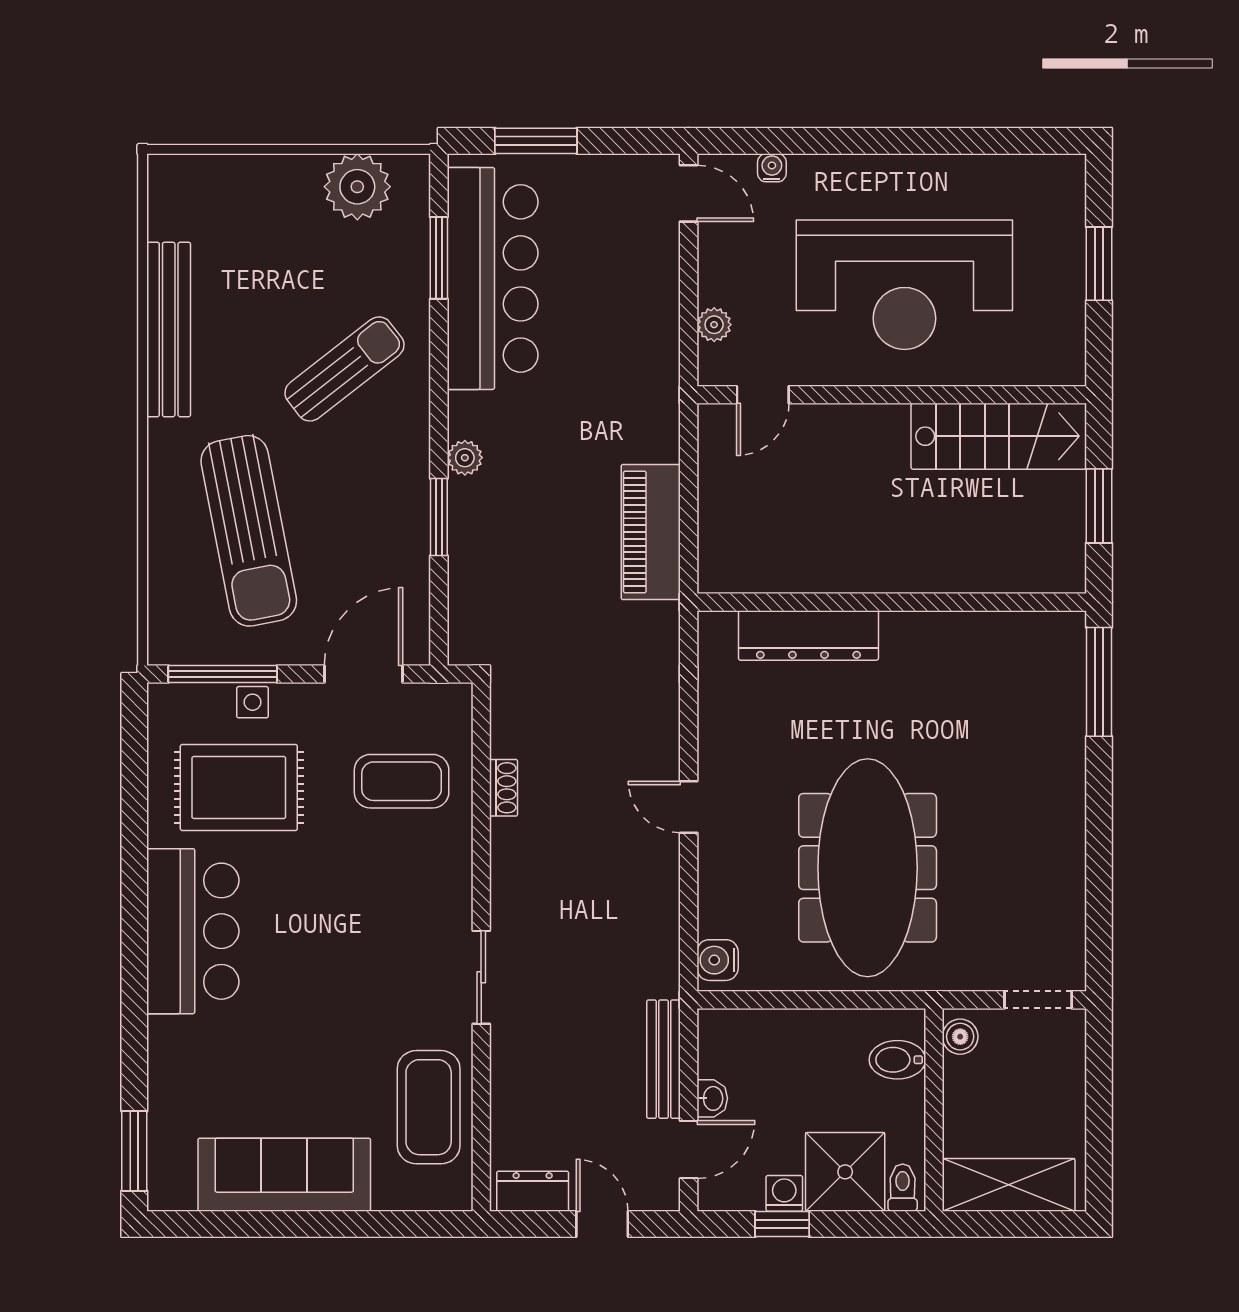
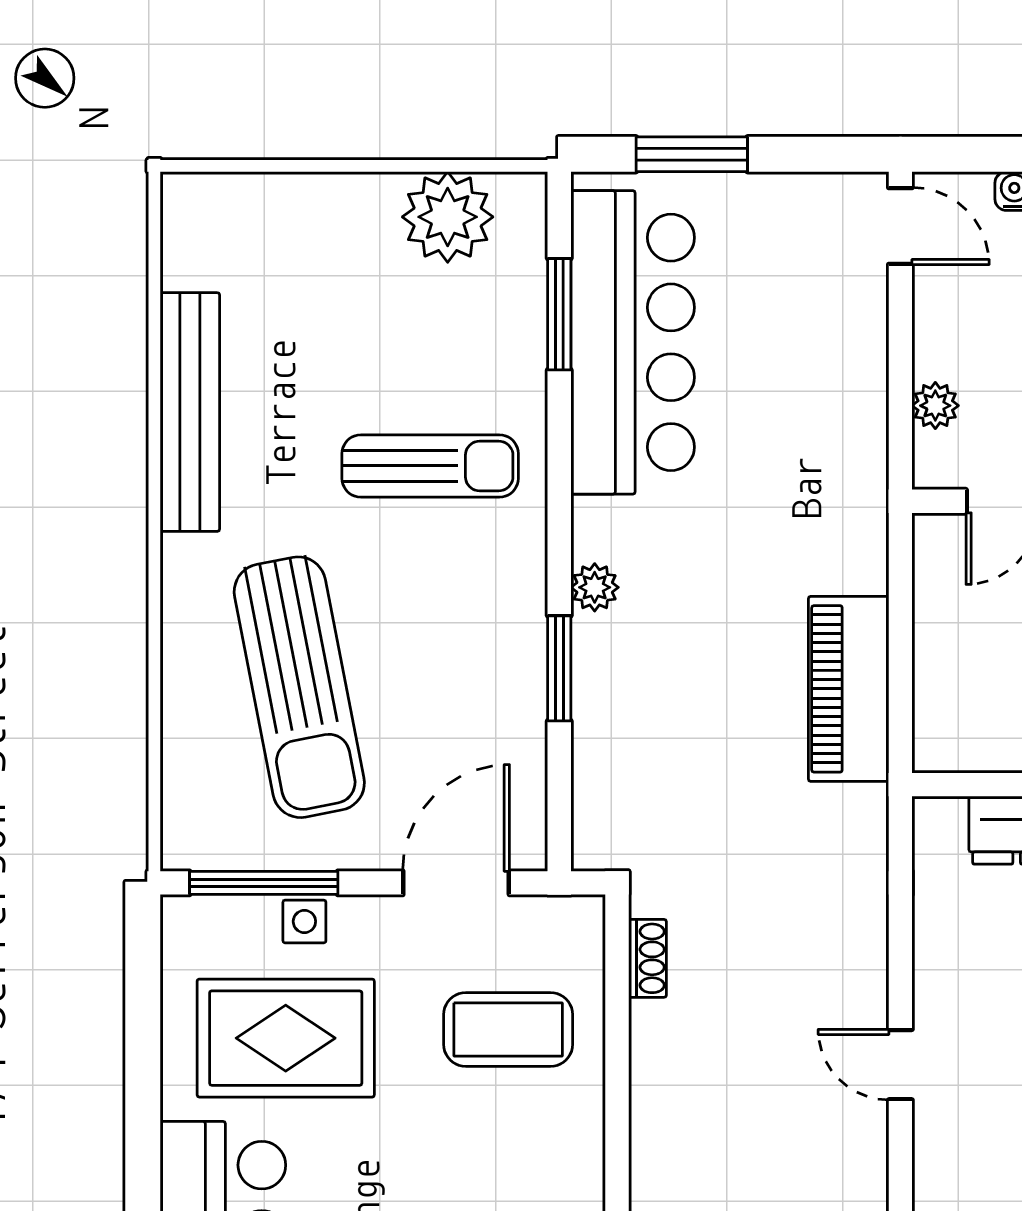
sun lounger: (344, 369) -> (430, 466), turned 38
shoe rack: (504, 788) -> (648, 958), moved

